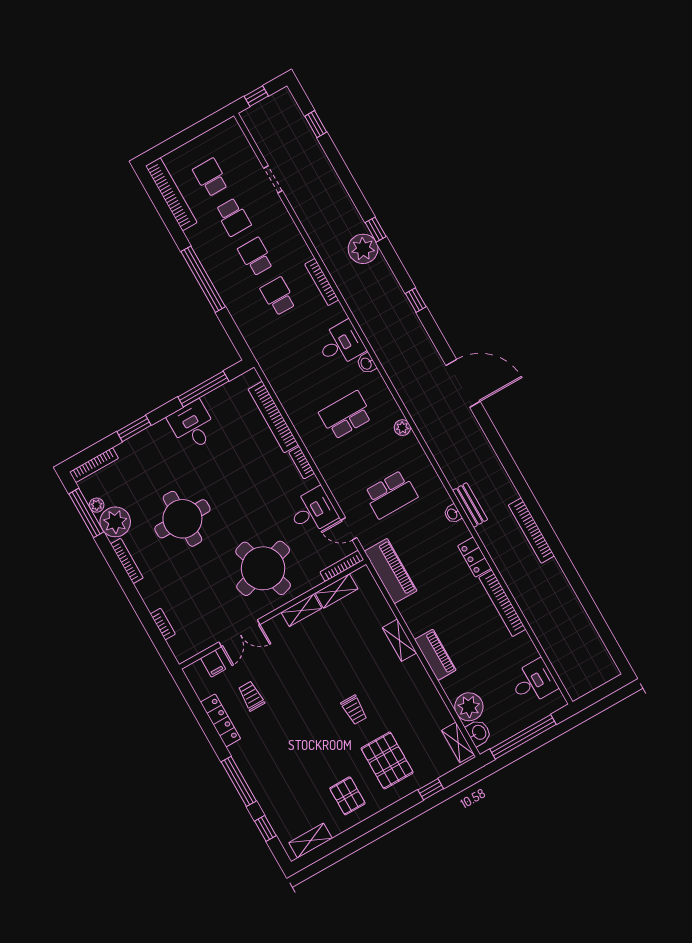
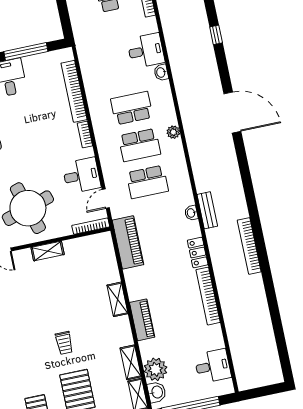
school desk: (368, 455) -> (140, 145), added
door: (349, 529) -> (106, 199), hinge flipped
shelving: (336, 591) -> (131, 362), moved, turned 90

